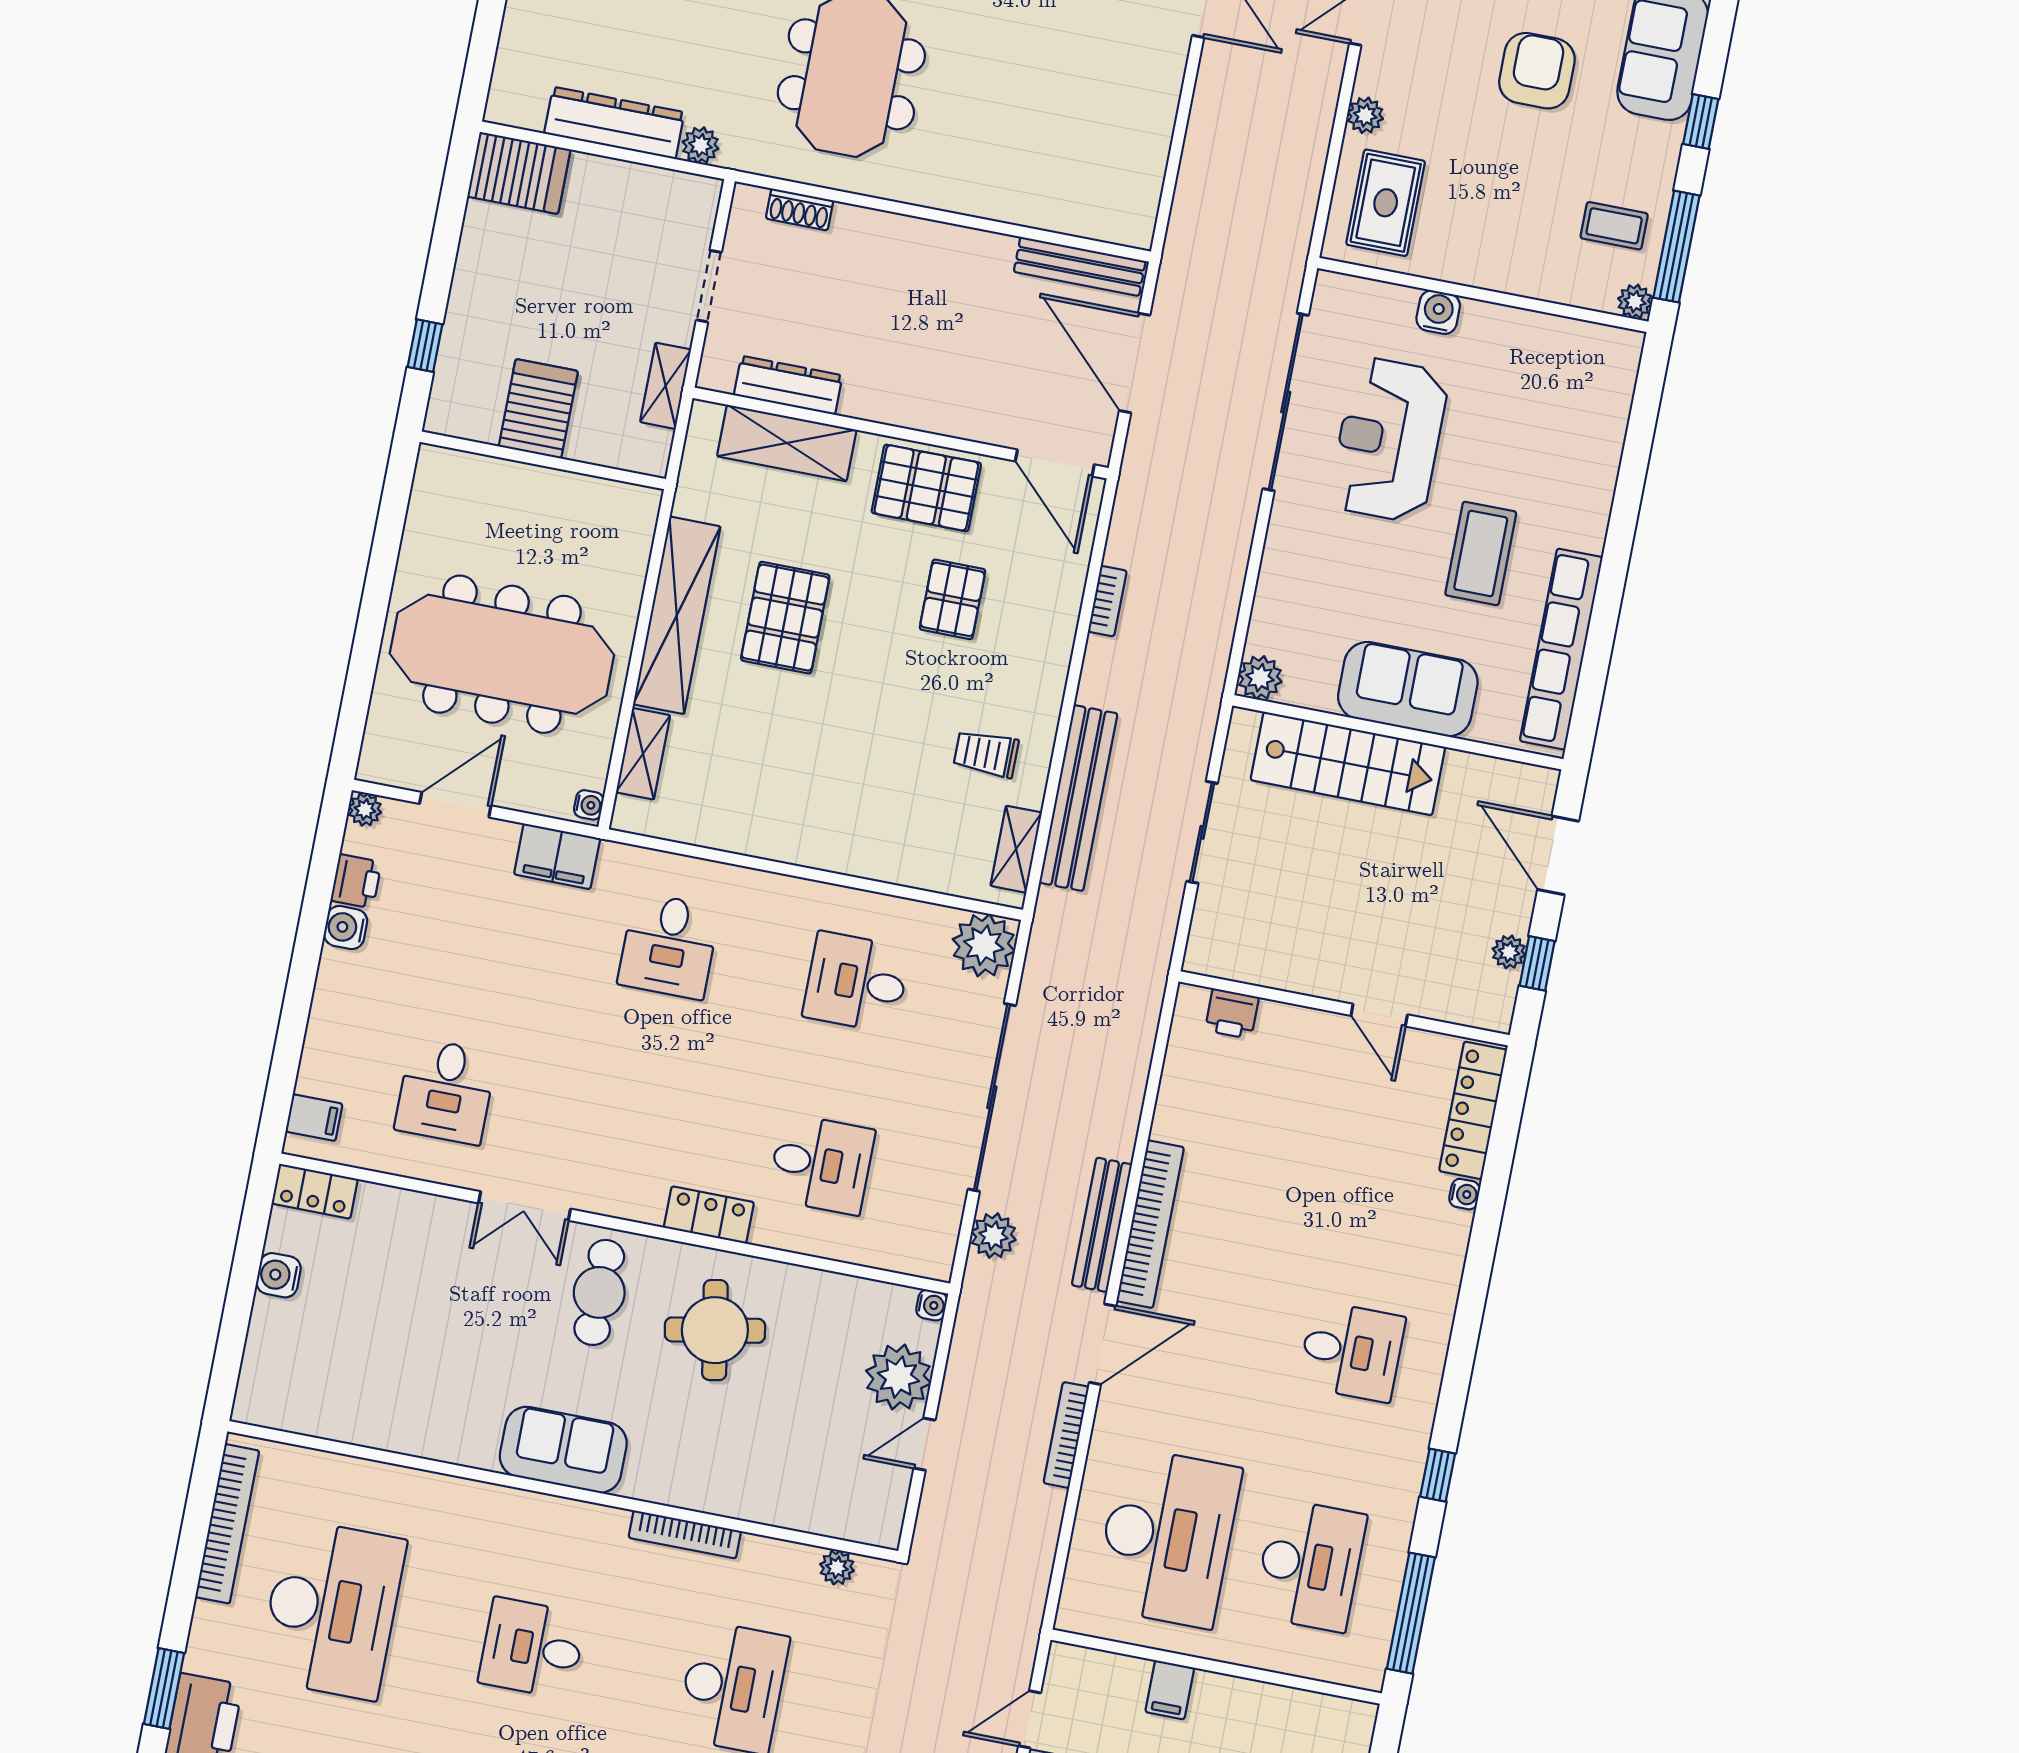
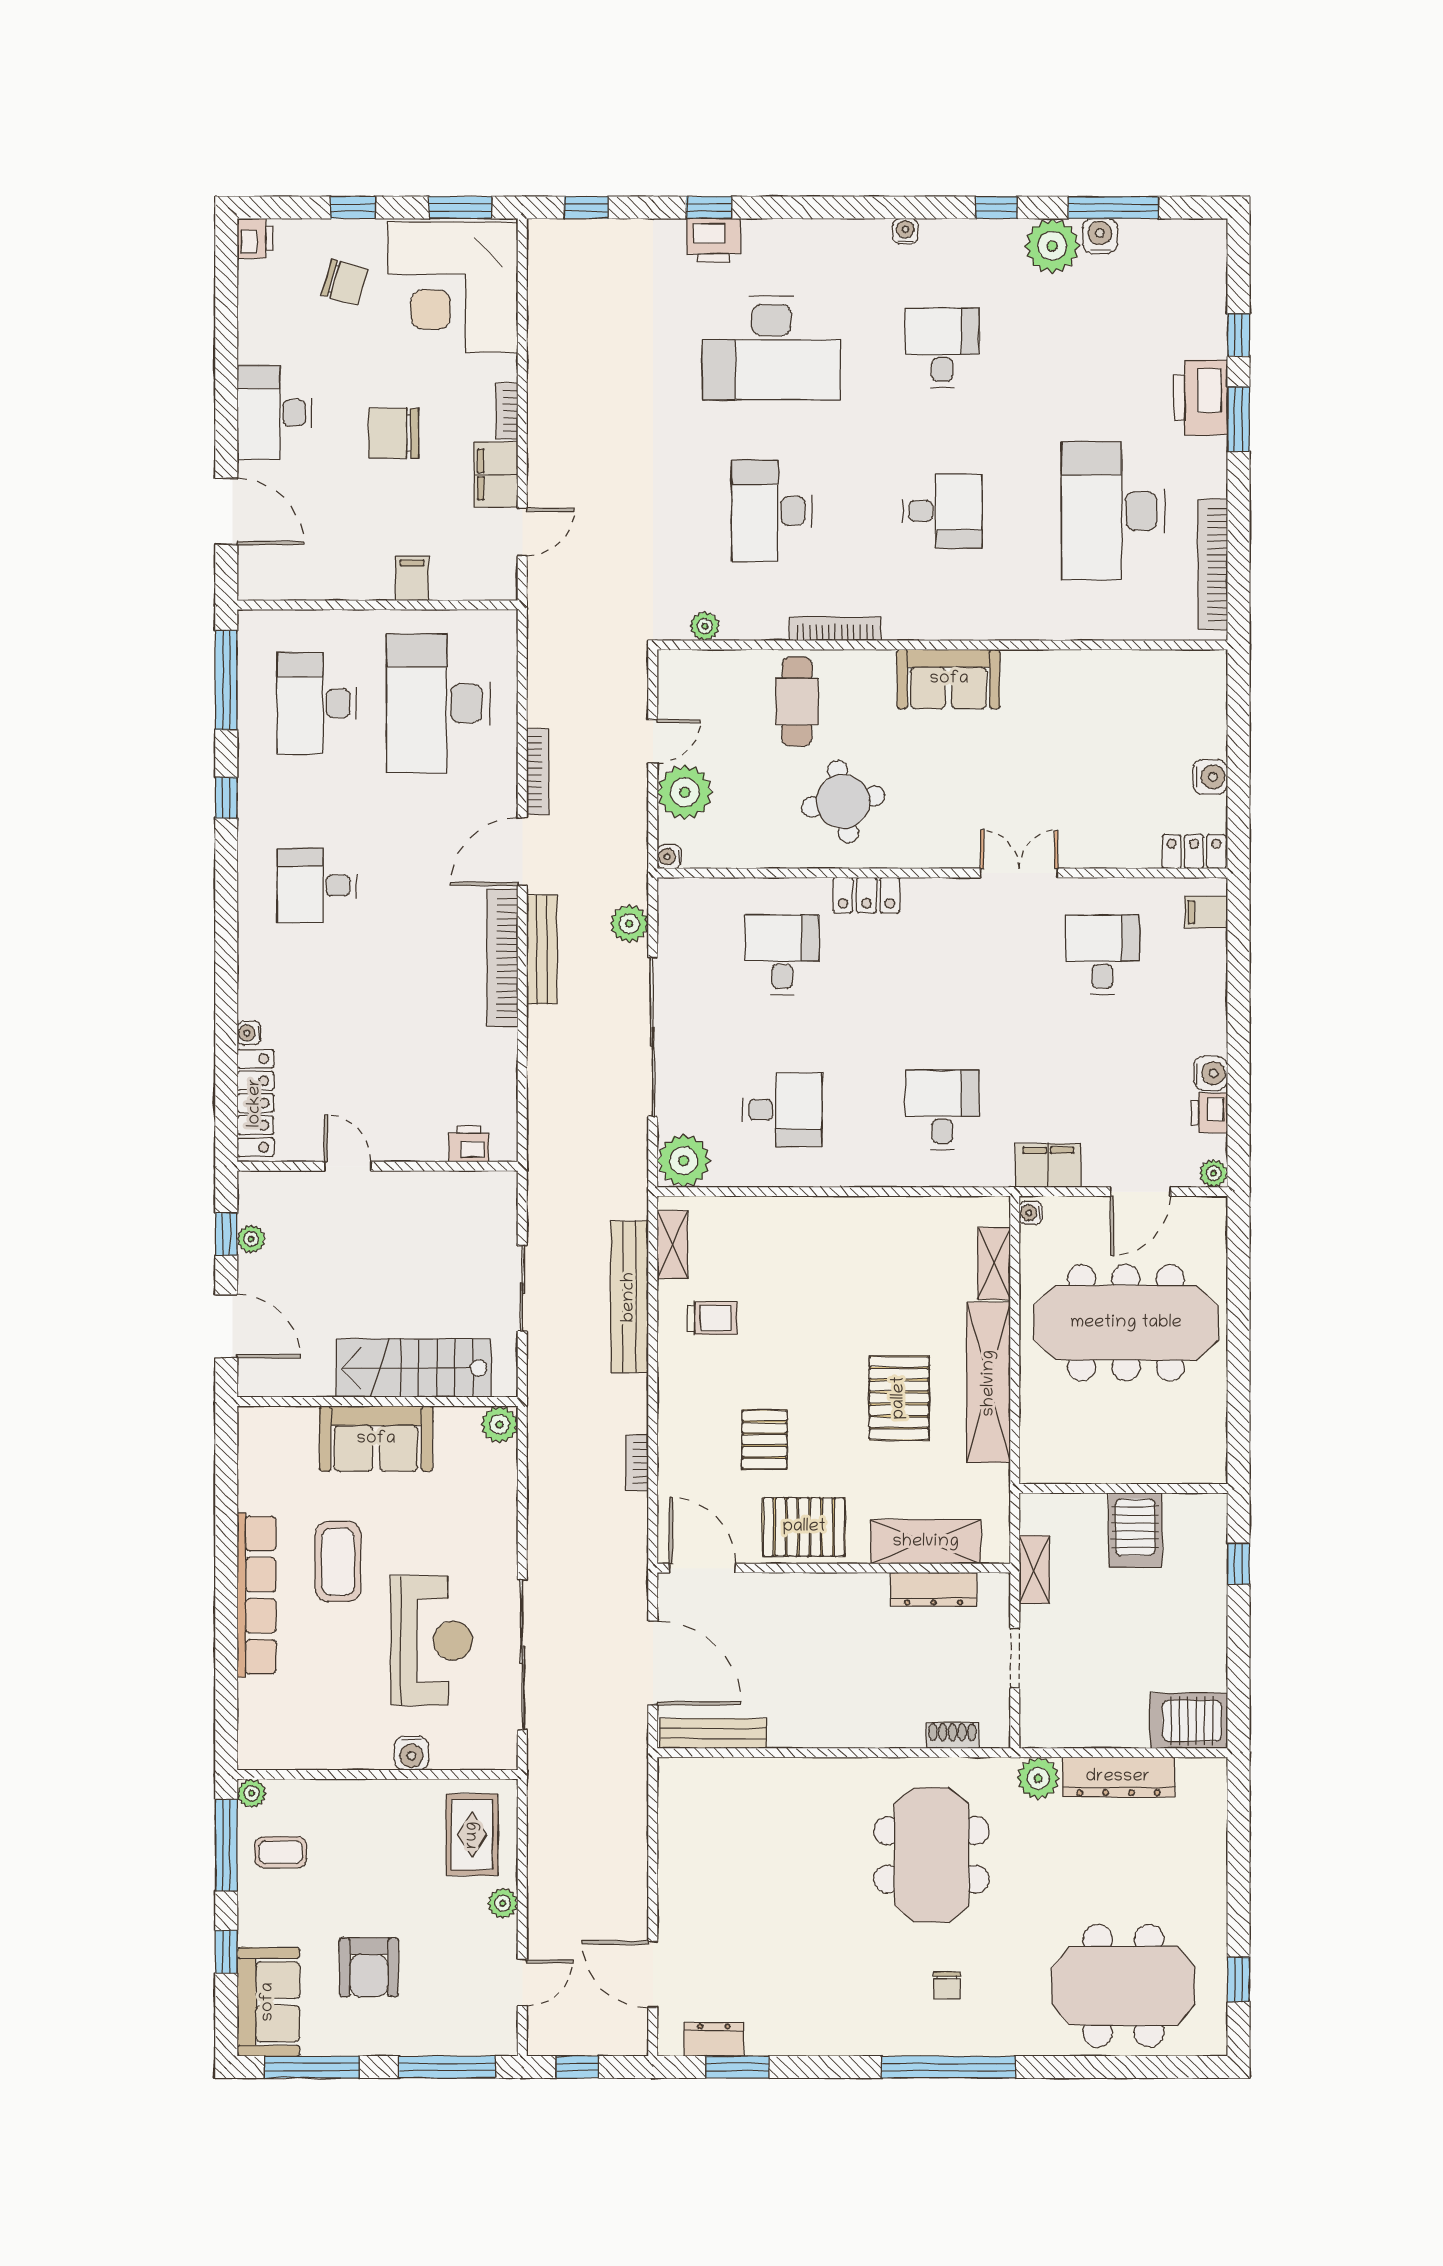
plant: (701, 145) -> (1038, 1778), width x1.38, depth x1.38
row of seats: (1561, 649) -> (257, 1595), moved
desk: (821, 1164) -> (782, 955), turned 90
cafe table: (599, 1292) -> (797, 702), moved

